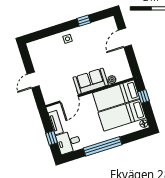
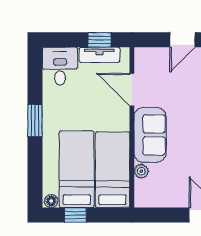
door: (33, 80) -> (182, 40), swing flipped
window: (143, 96) -> (75, 215), moved
window: (52, 138) -> (100, 40), moved
window: (103, 146) -> (35, 120), width x0.47

